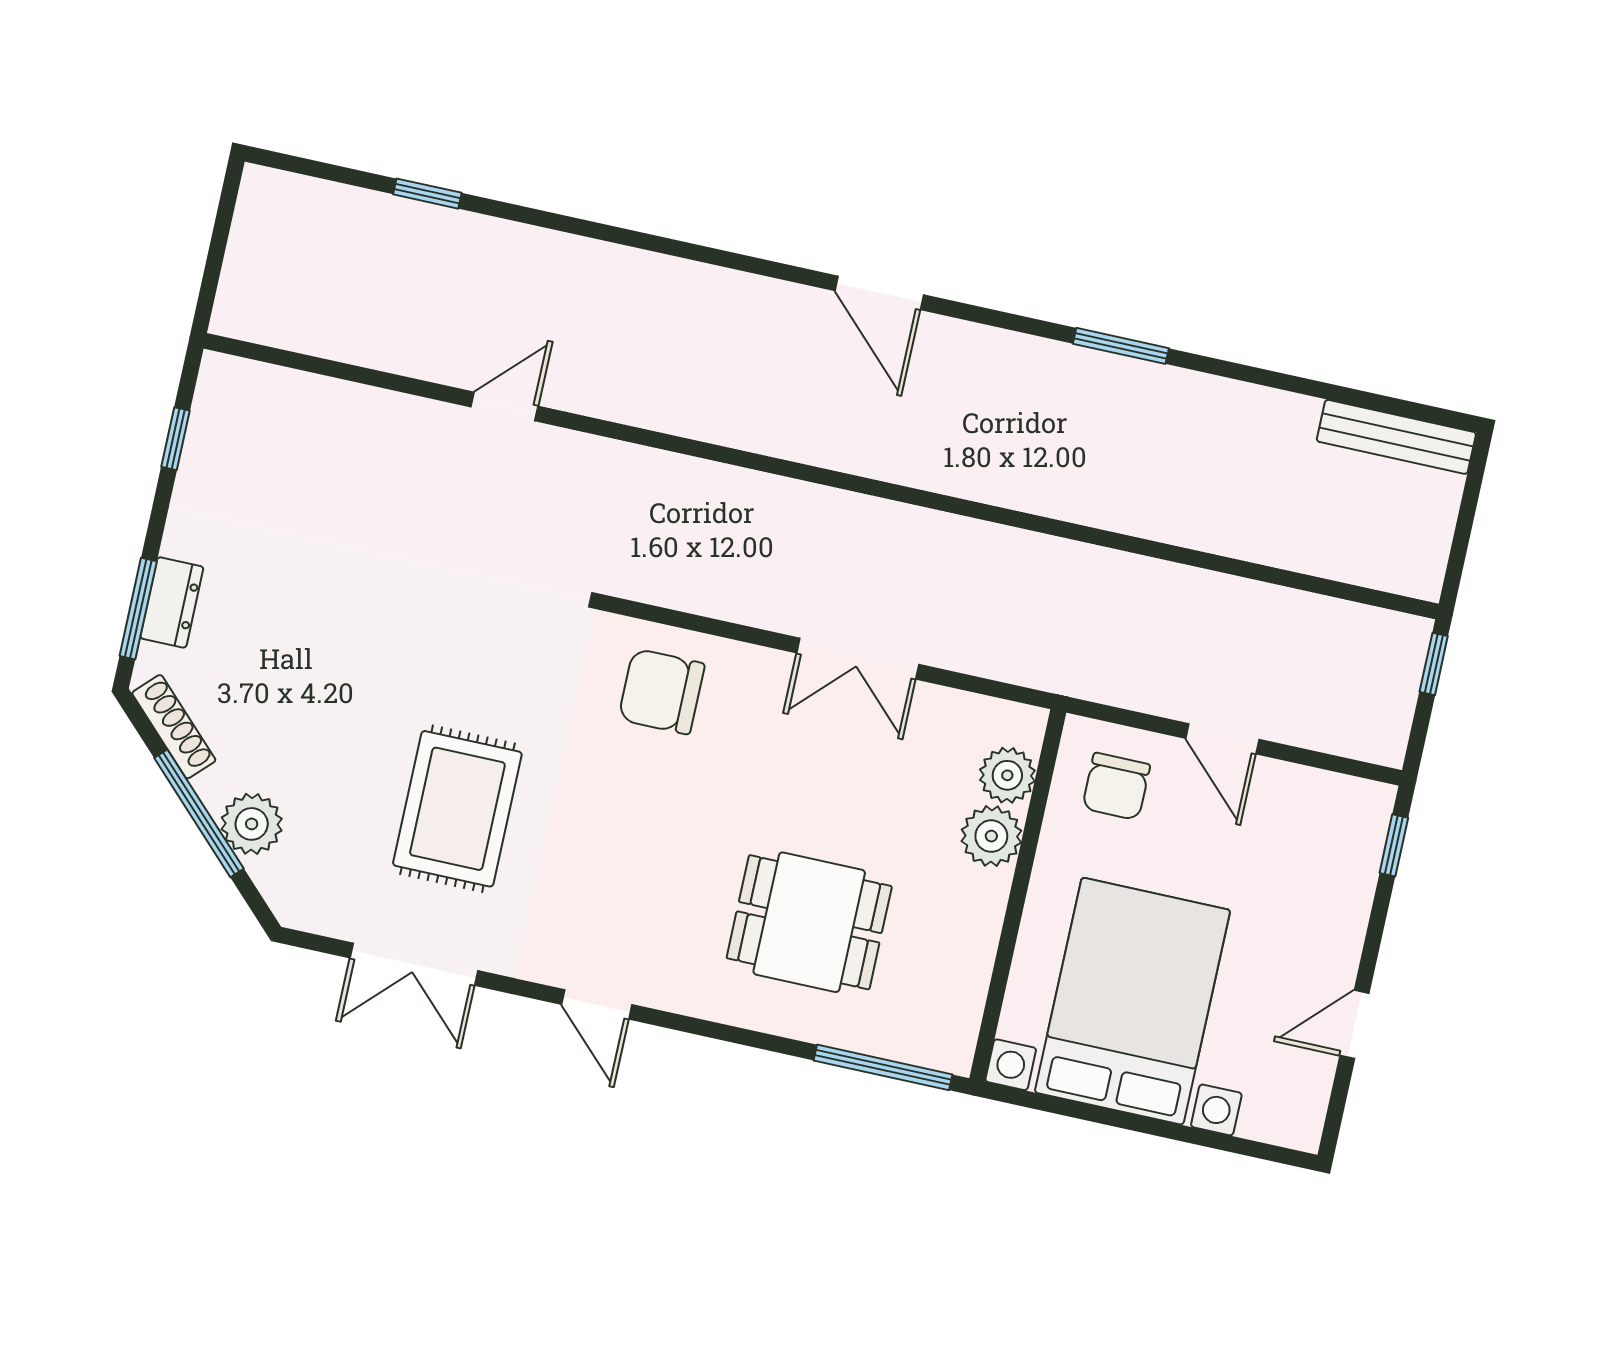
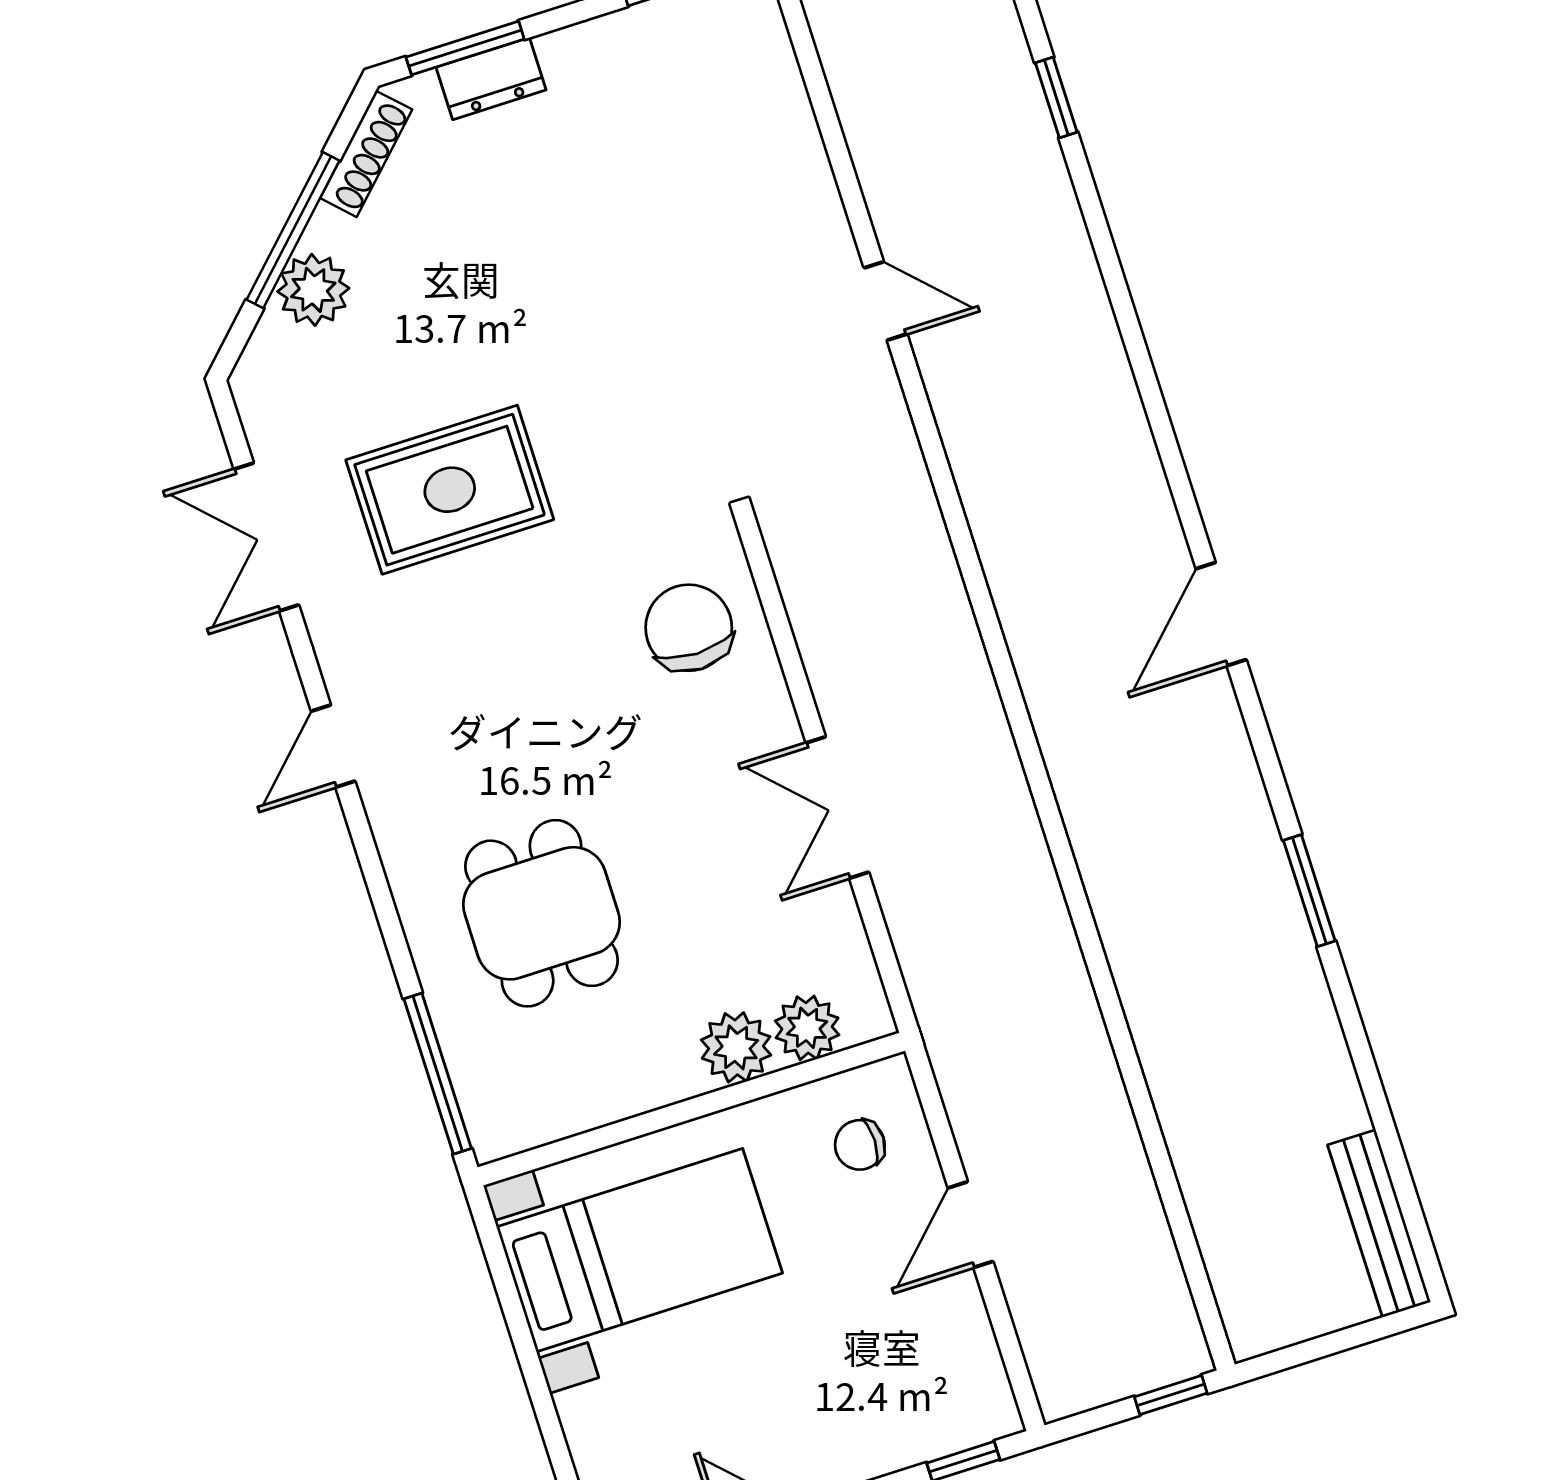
chair: (1116, 786) -> (860, 1145), width x0.73, depth x0.73
bed with nightstands: (1132, 1001) -> (639, 1250), width x0.73

